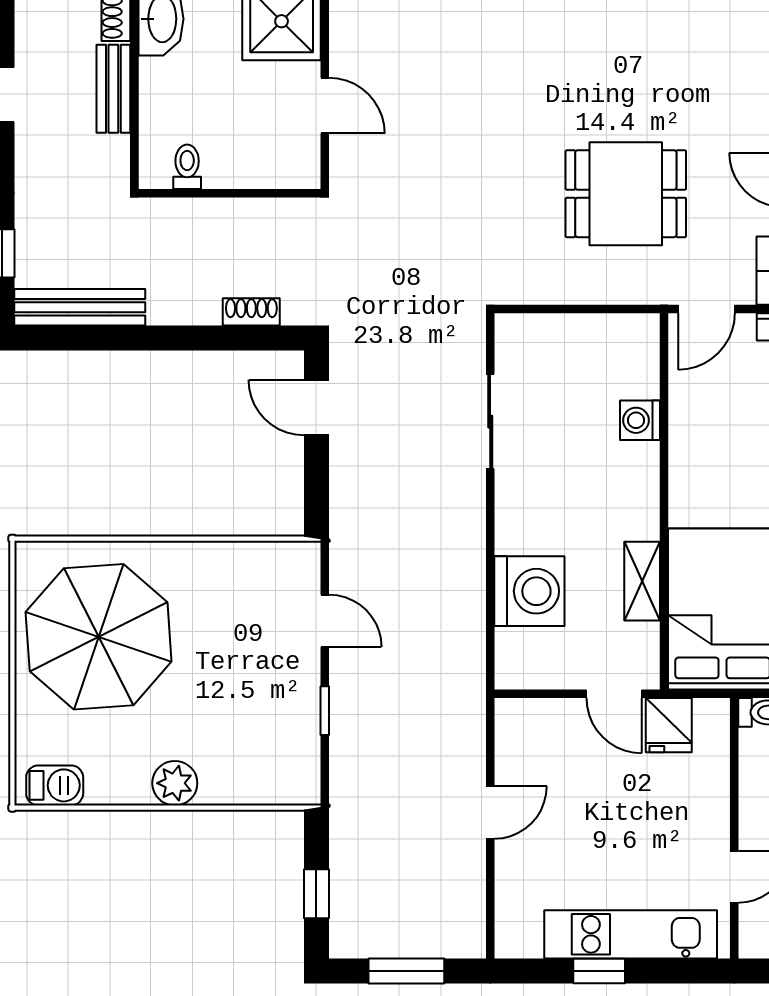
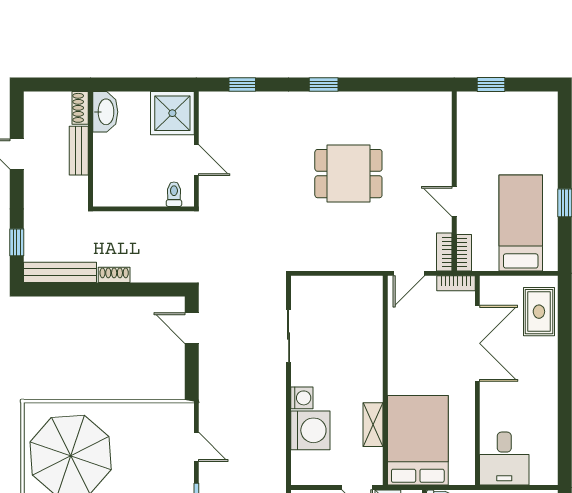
toilet: (187, 167) -> (174, 194), moved
dining table: (626, 194) -> (348, 174), moved
shoe rack: (251, 312) -> (114, 275), moved
washing machine: (640, 420) -> (302, 398), moved, turned 180

